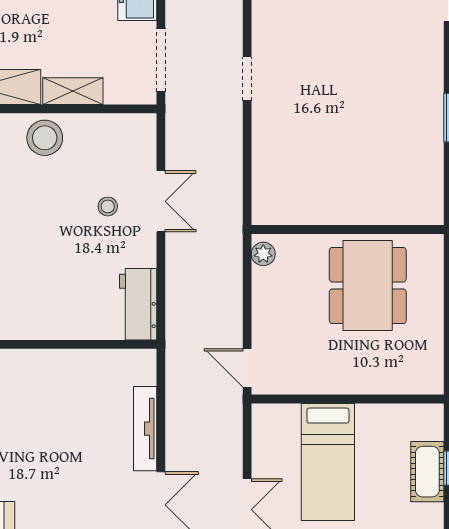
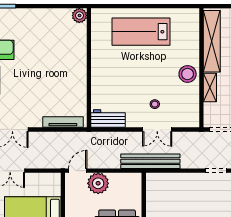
bench: (227, 216) -> (150, 161), added
plant: (263, 254) -> (98, 183), moved, width x1.88, depth x1.88
tv unit: (145, 429) -> (63, 122), moved

